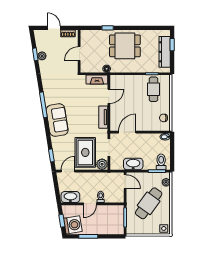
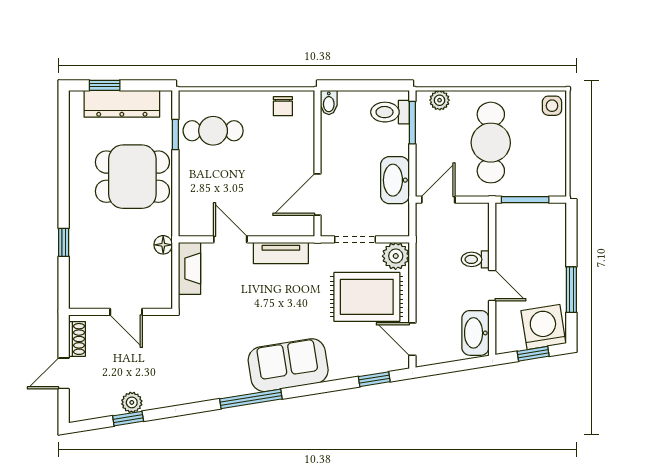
dining table: (125, 46) -> (132, 177), moved, turned 90
door: (127, 132) -> (318, 195), hinge flipped
cafe table: (149, 203) -> (491, 143), turned 54

